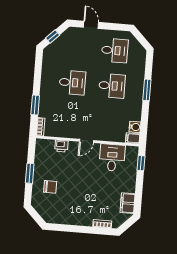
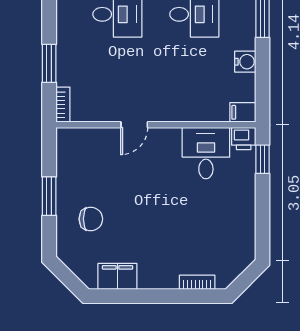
water cooler: (135, 127) -> (245, 62), moved
door: (86, 141) -> (134, 125), moved
printer: (61, 146) -> (244, 139), moved
filing cabinet: (128, 203) -> (117, 276), moved, turned 90

